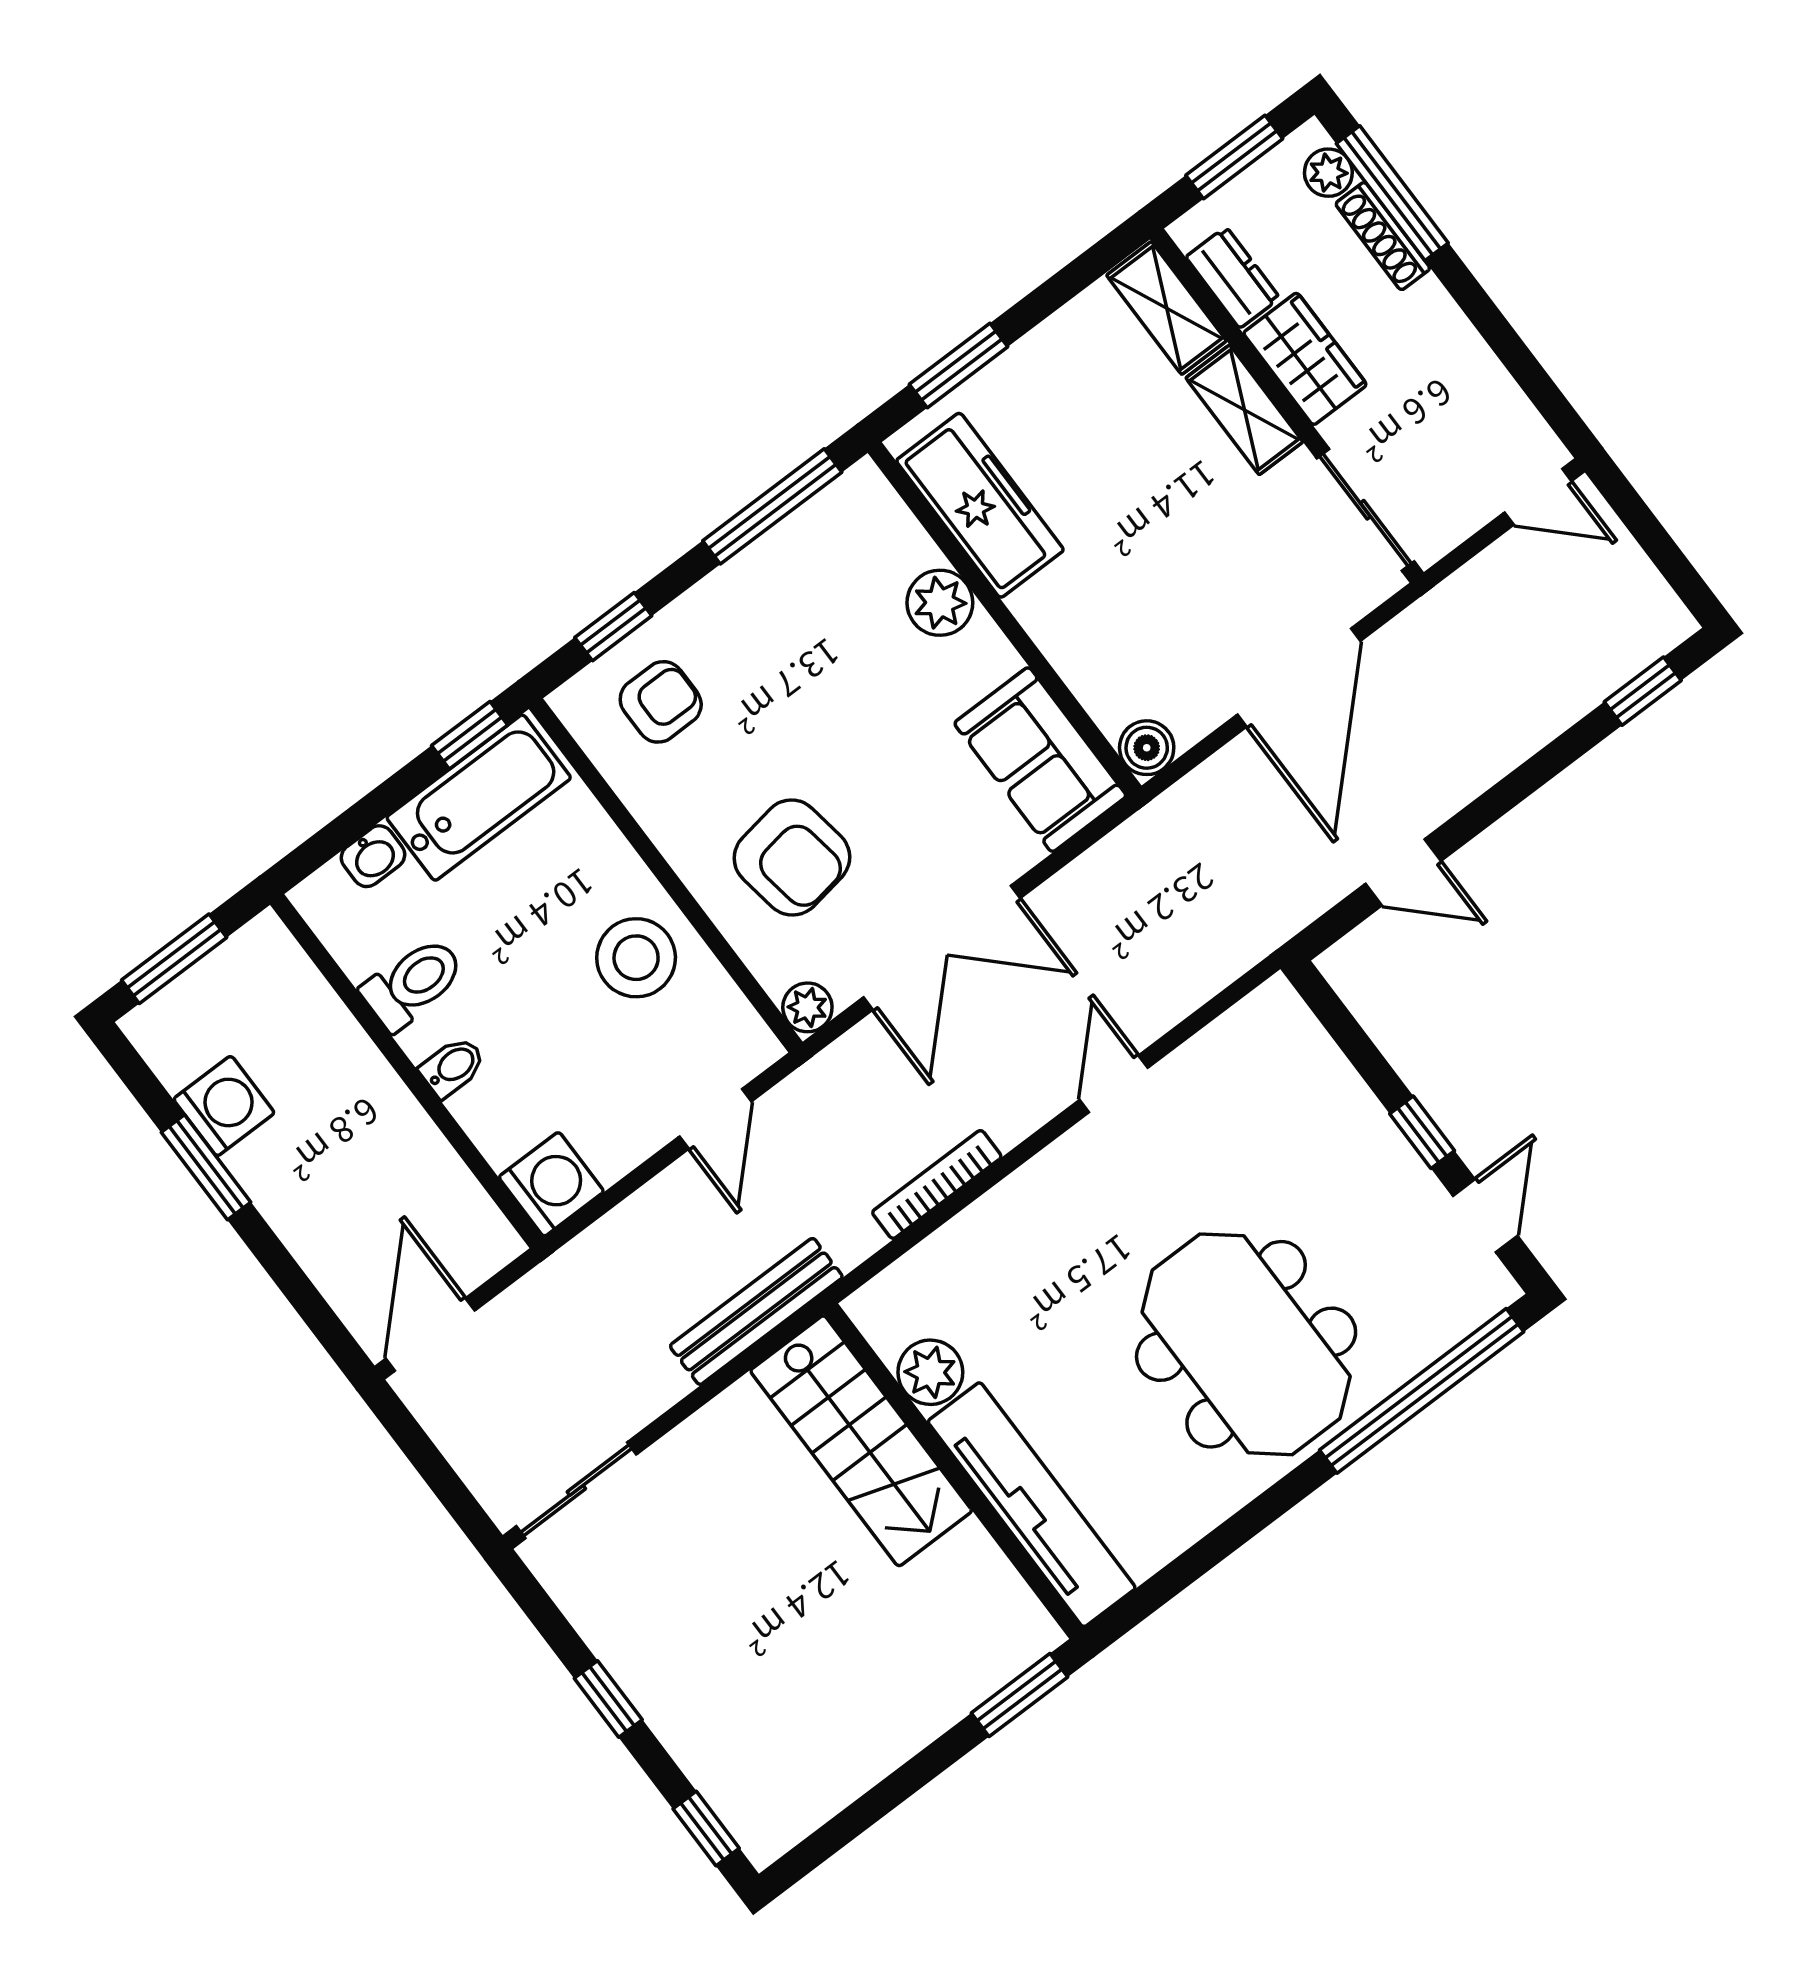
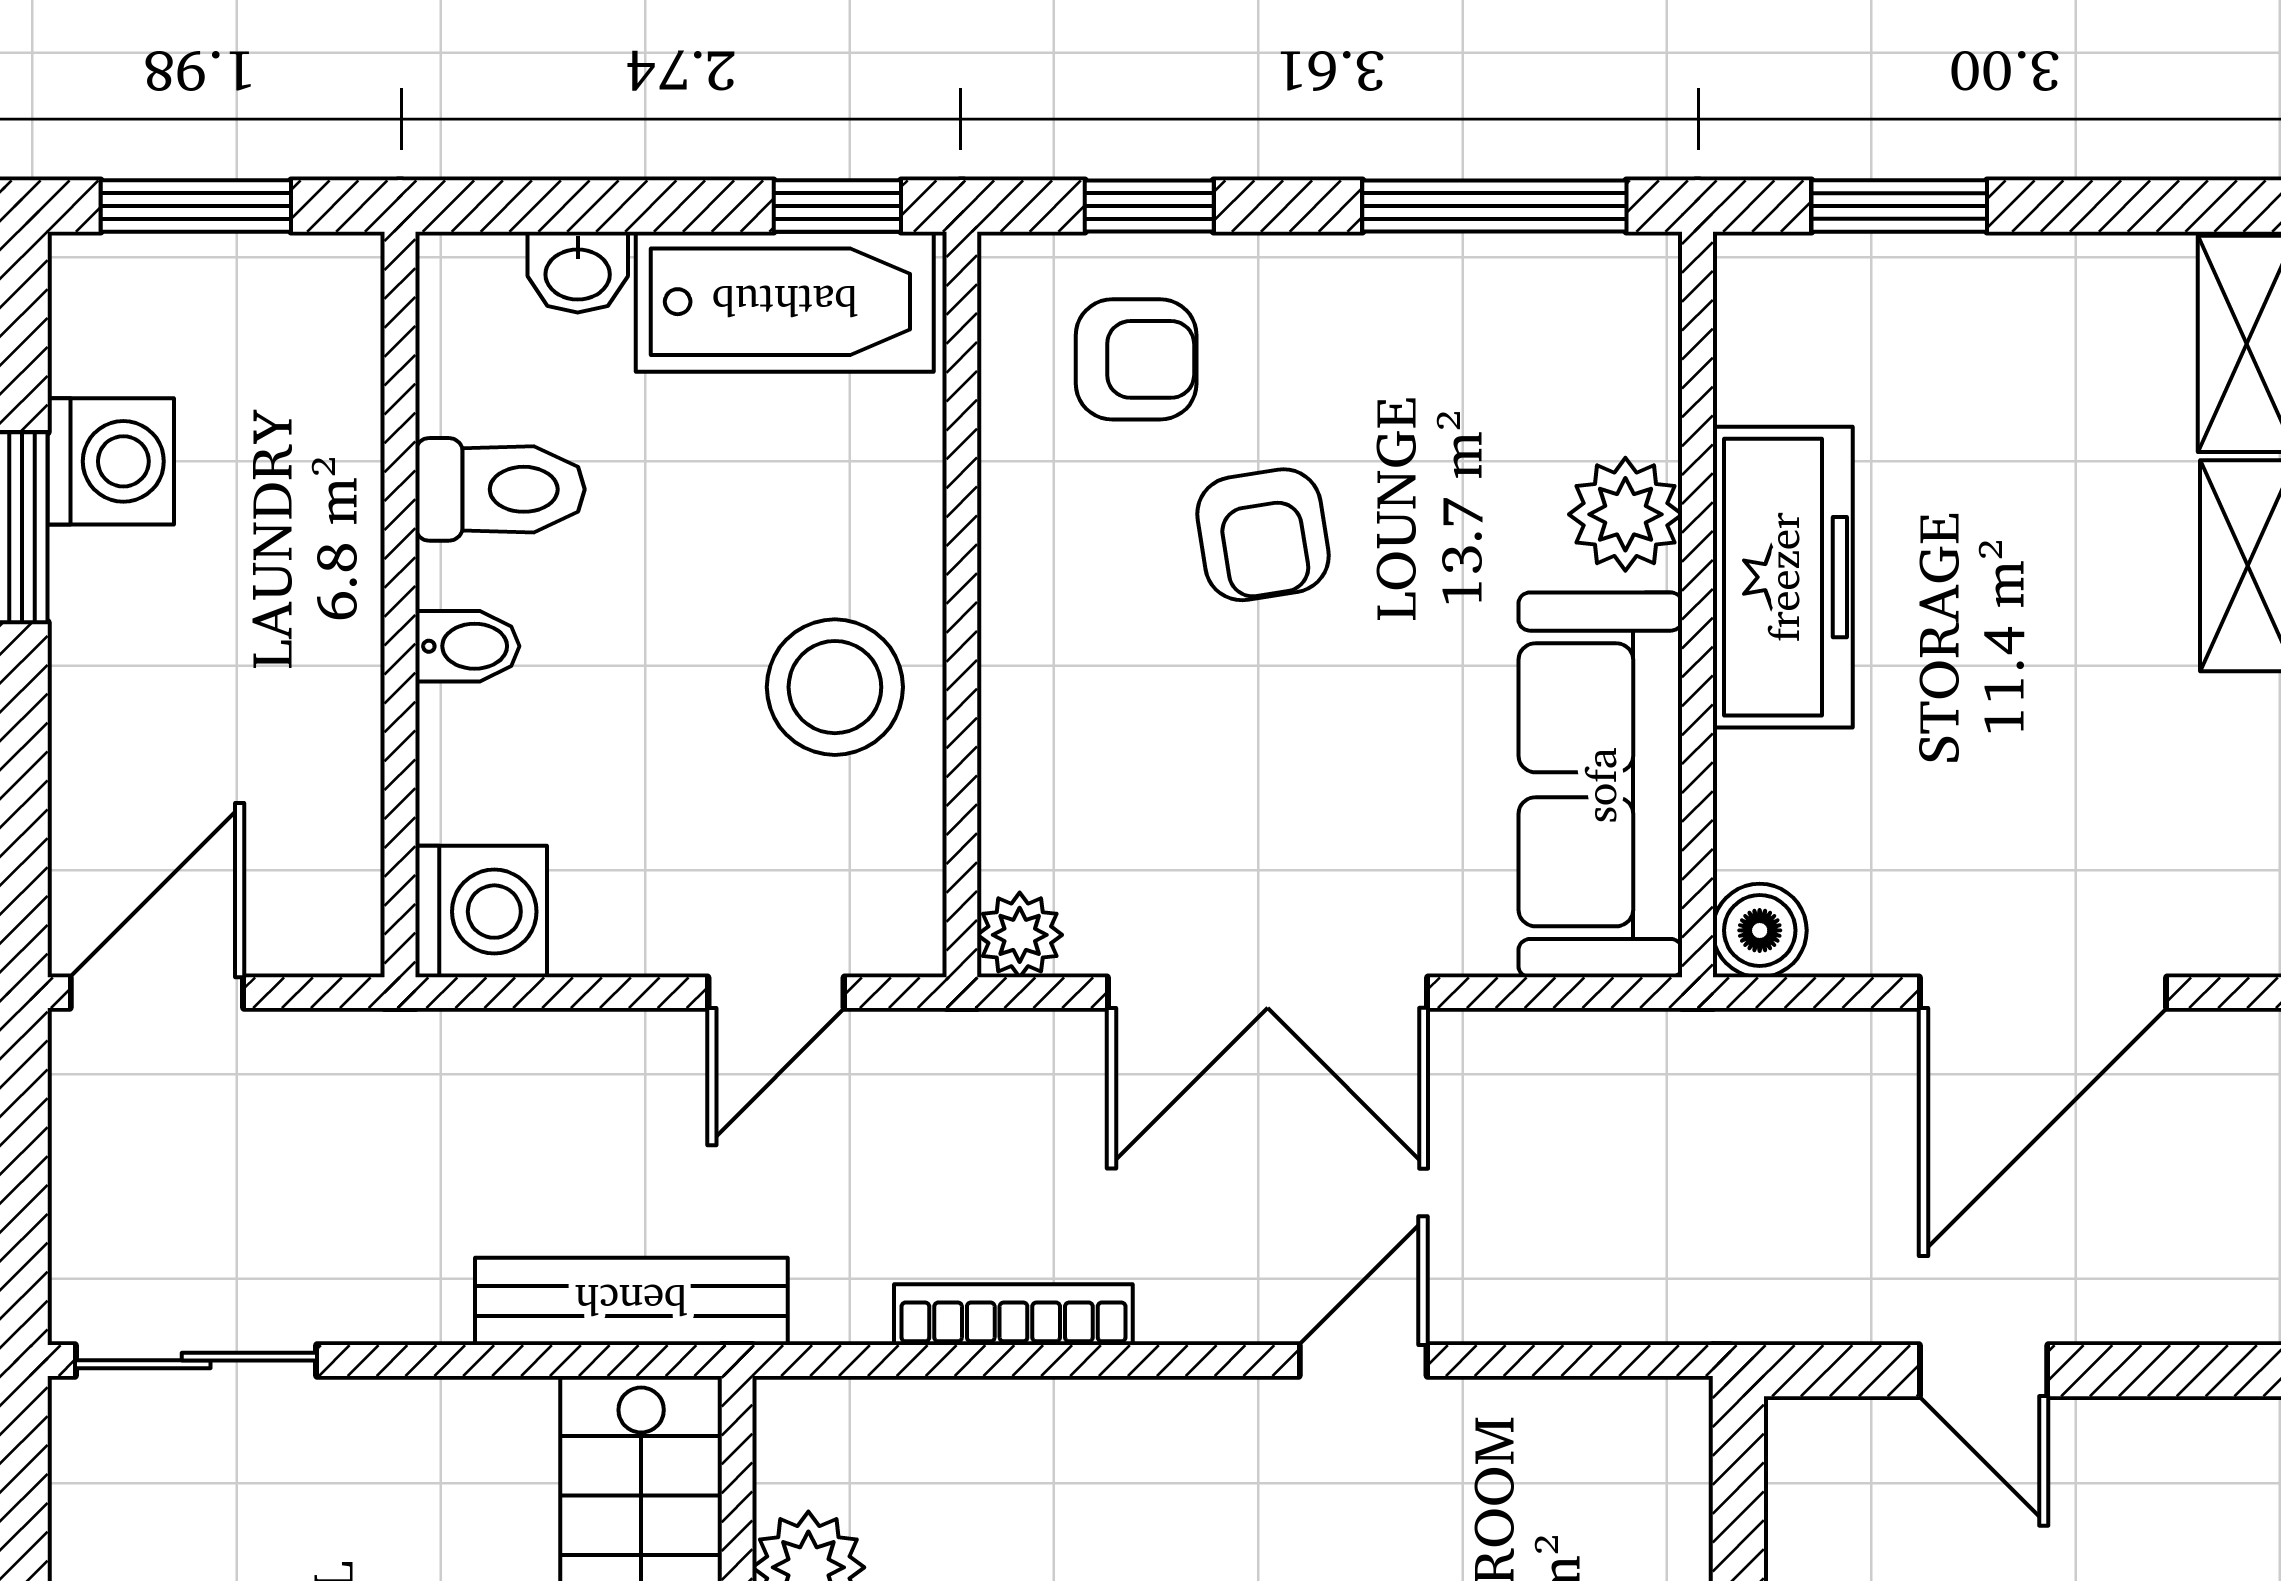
freezer: (980, 505) -> (1783, 577), moved
sofa: (1040, 760) -> (1600, 785), width x1.36
armchair: (792, 858) -> (1263, 535), moved, width x0.72, depth x0.72

